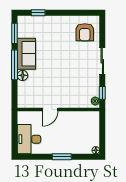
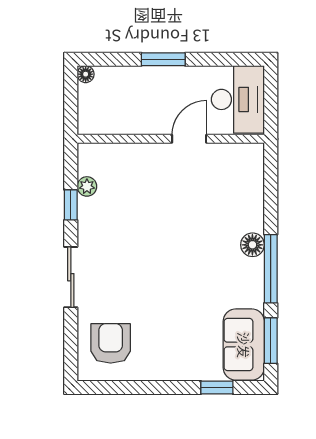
sofa: (26, 54) -> (244, 345), moved
door: (50, 110) -> (189, 139), moved
wall: (58, 110) -> (171, 139), moved

